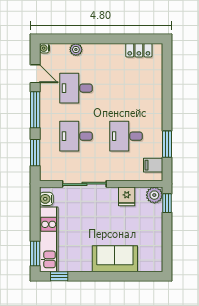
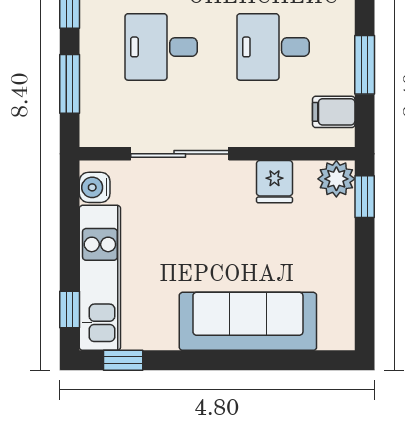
window: (35, 253) -> (70, 310), width x0.67
sofa: (115, 259) -> (248, 321), width x1.36

